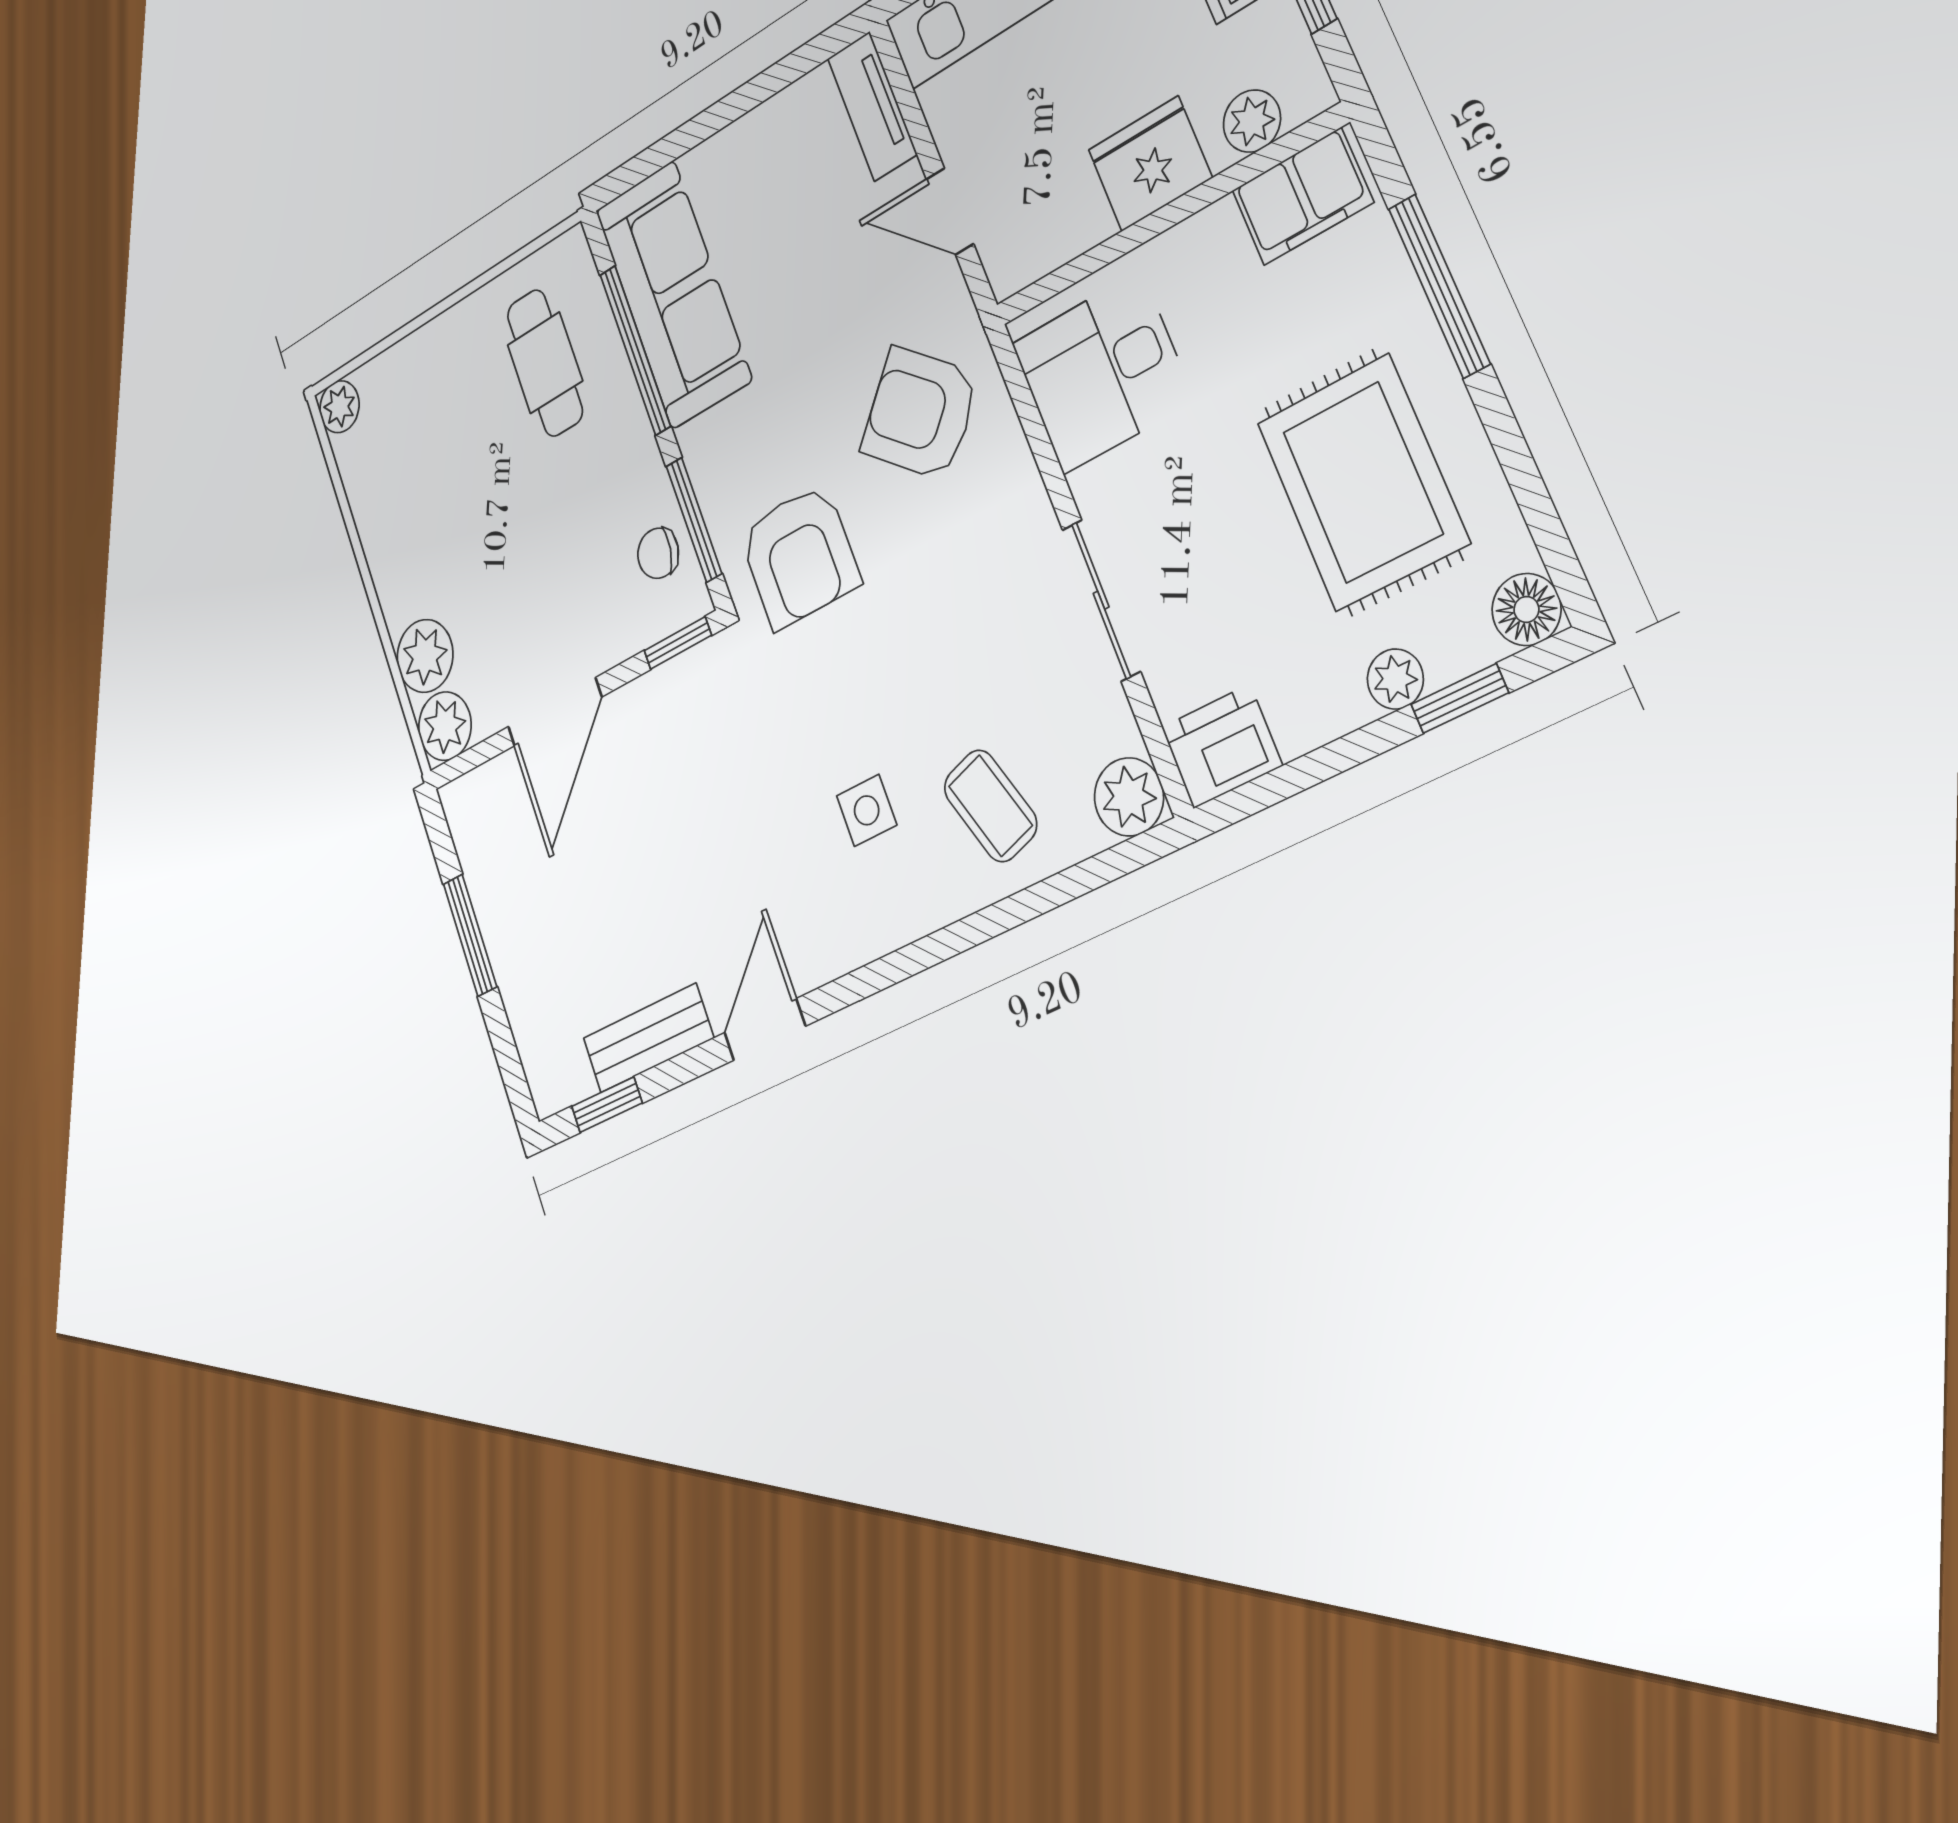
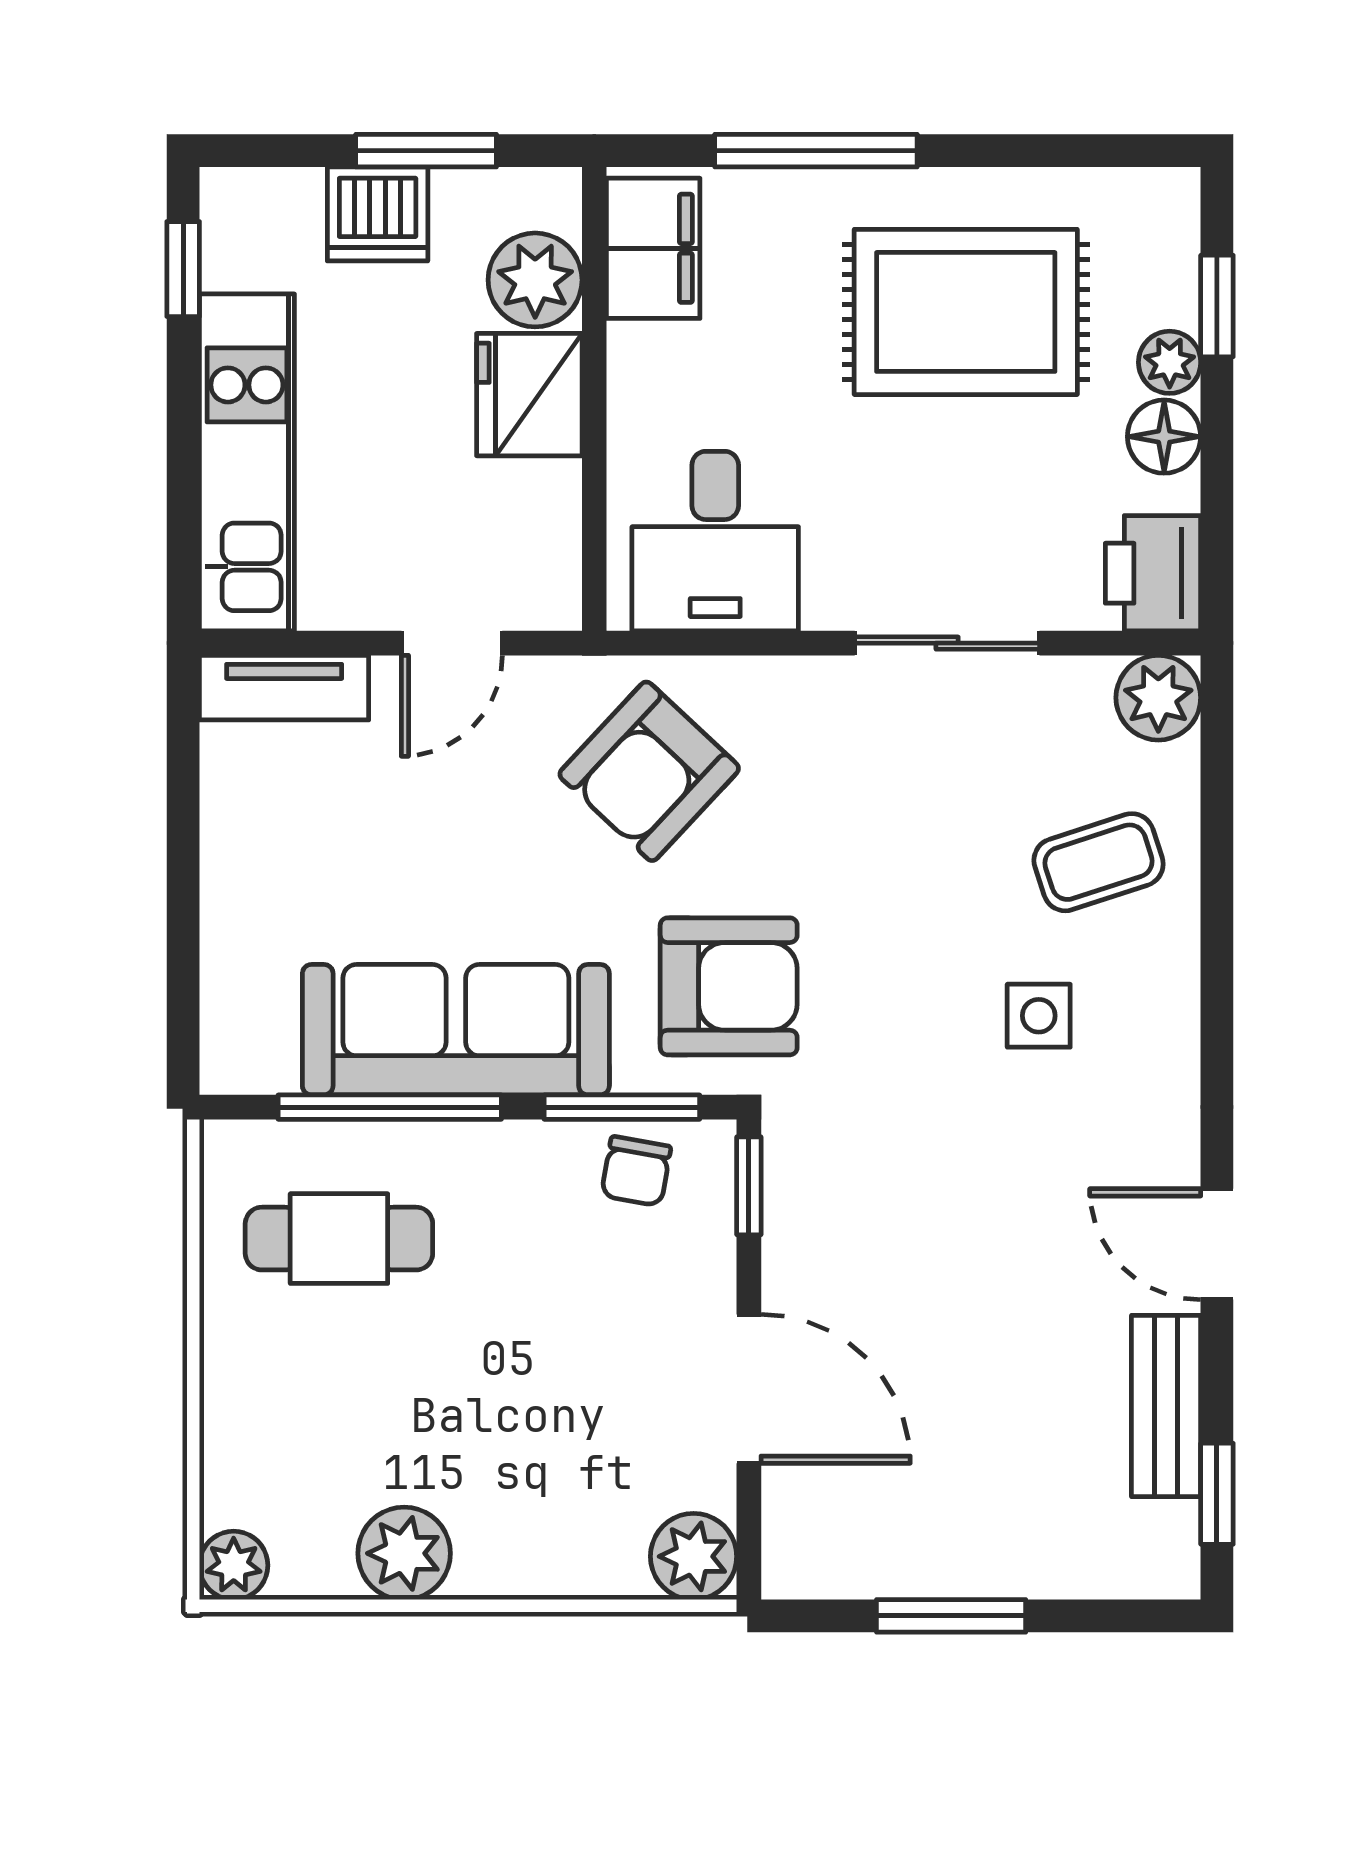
plant: (1252, 121) -> (535, 280), width x1.38, depth x1.38
sofa: (673, 294) -> (456, 1030), moved
floor lamp: (1526, 609) -> (1164, 437), moved
plant: (425, 656) -> (404, 1553), moved

